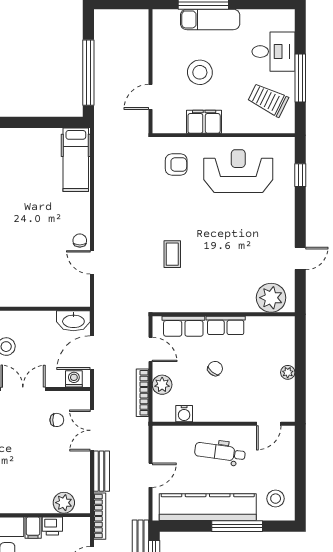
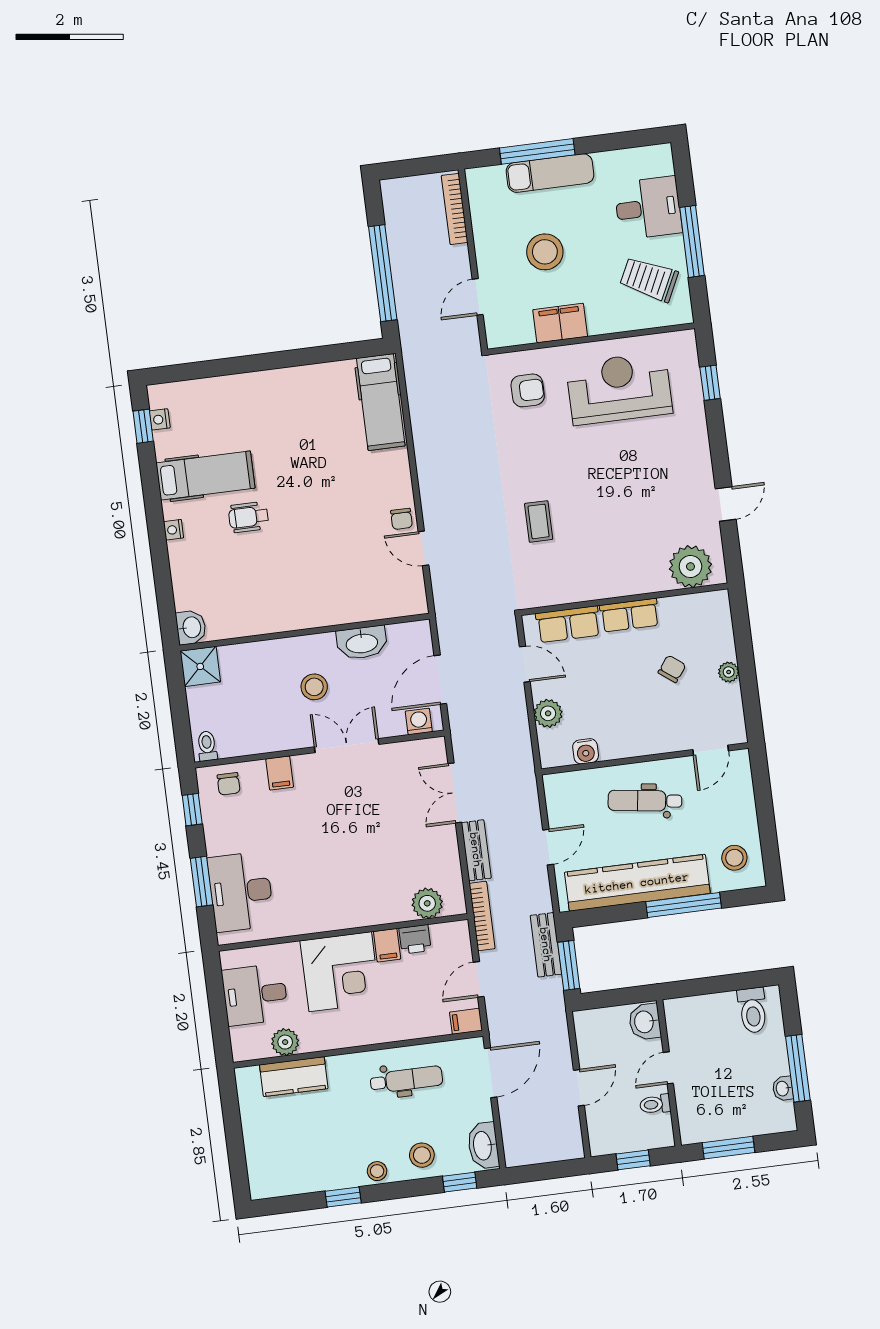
chair: (80, 241) -> (402, 519), turned 180
washbasin: (73, 321) -> (362, 643), moved
chair: (215, 369) -> (672, 669), moved
bookcase: (143, 393) -> (455, 209), moved
chair: (57, 420) -> (402, 784), removed

